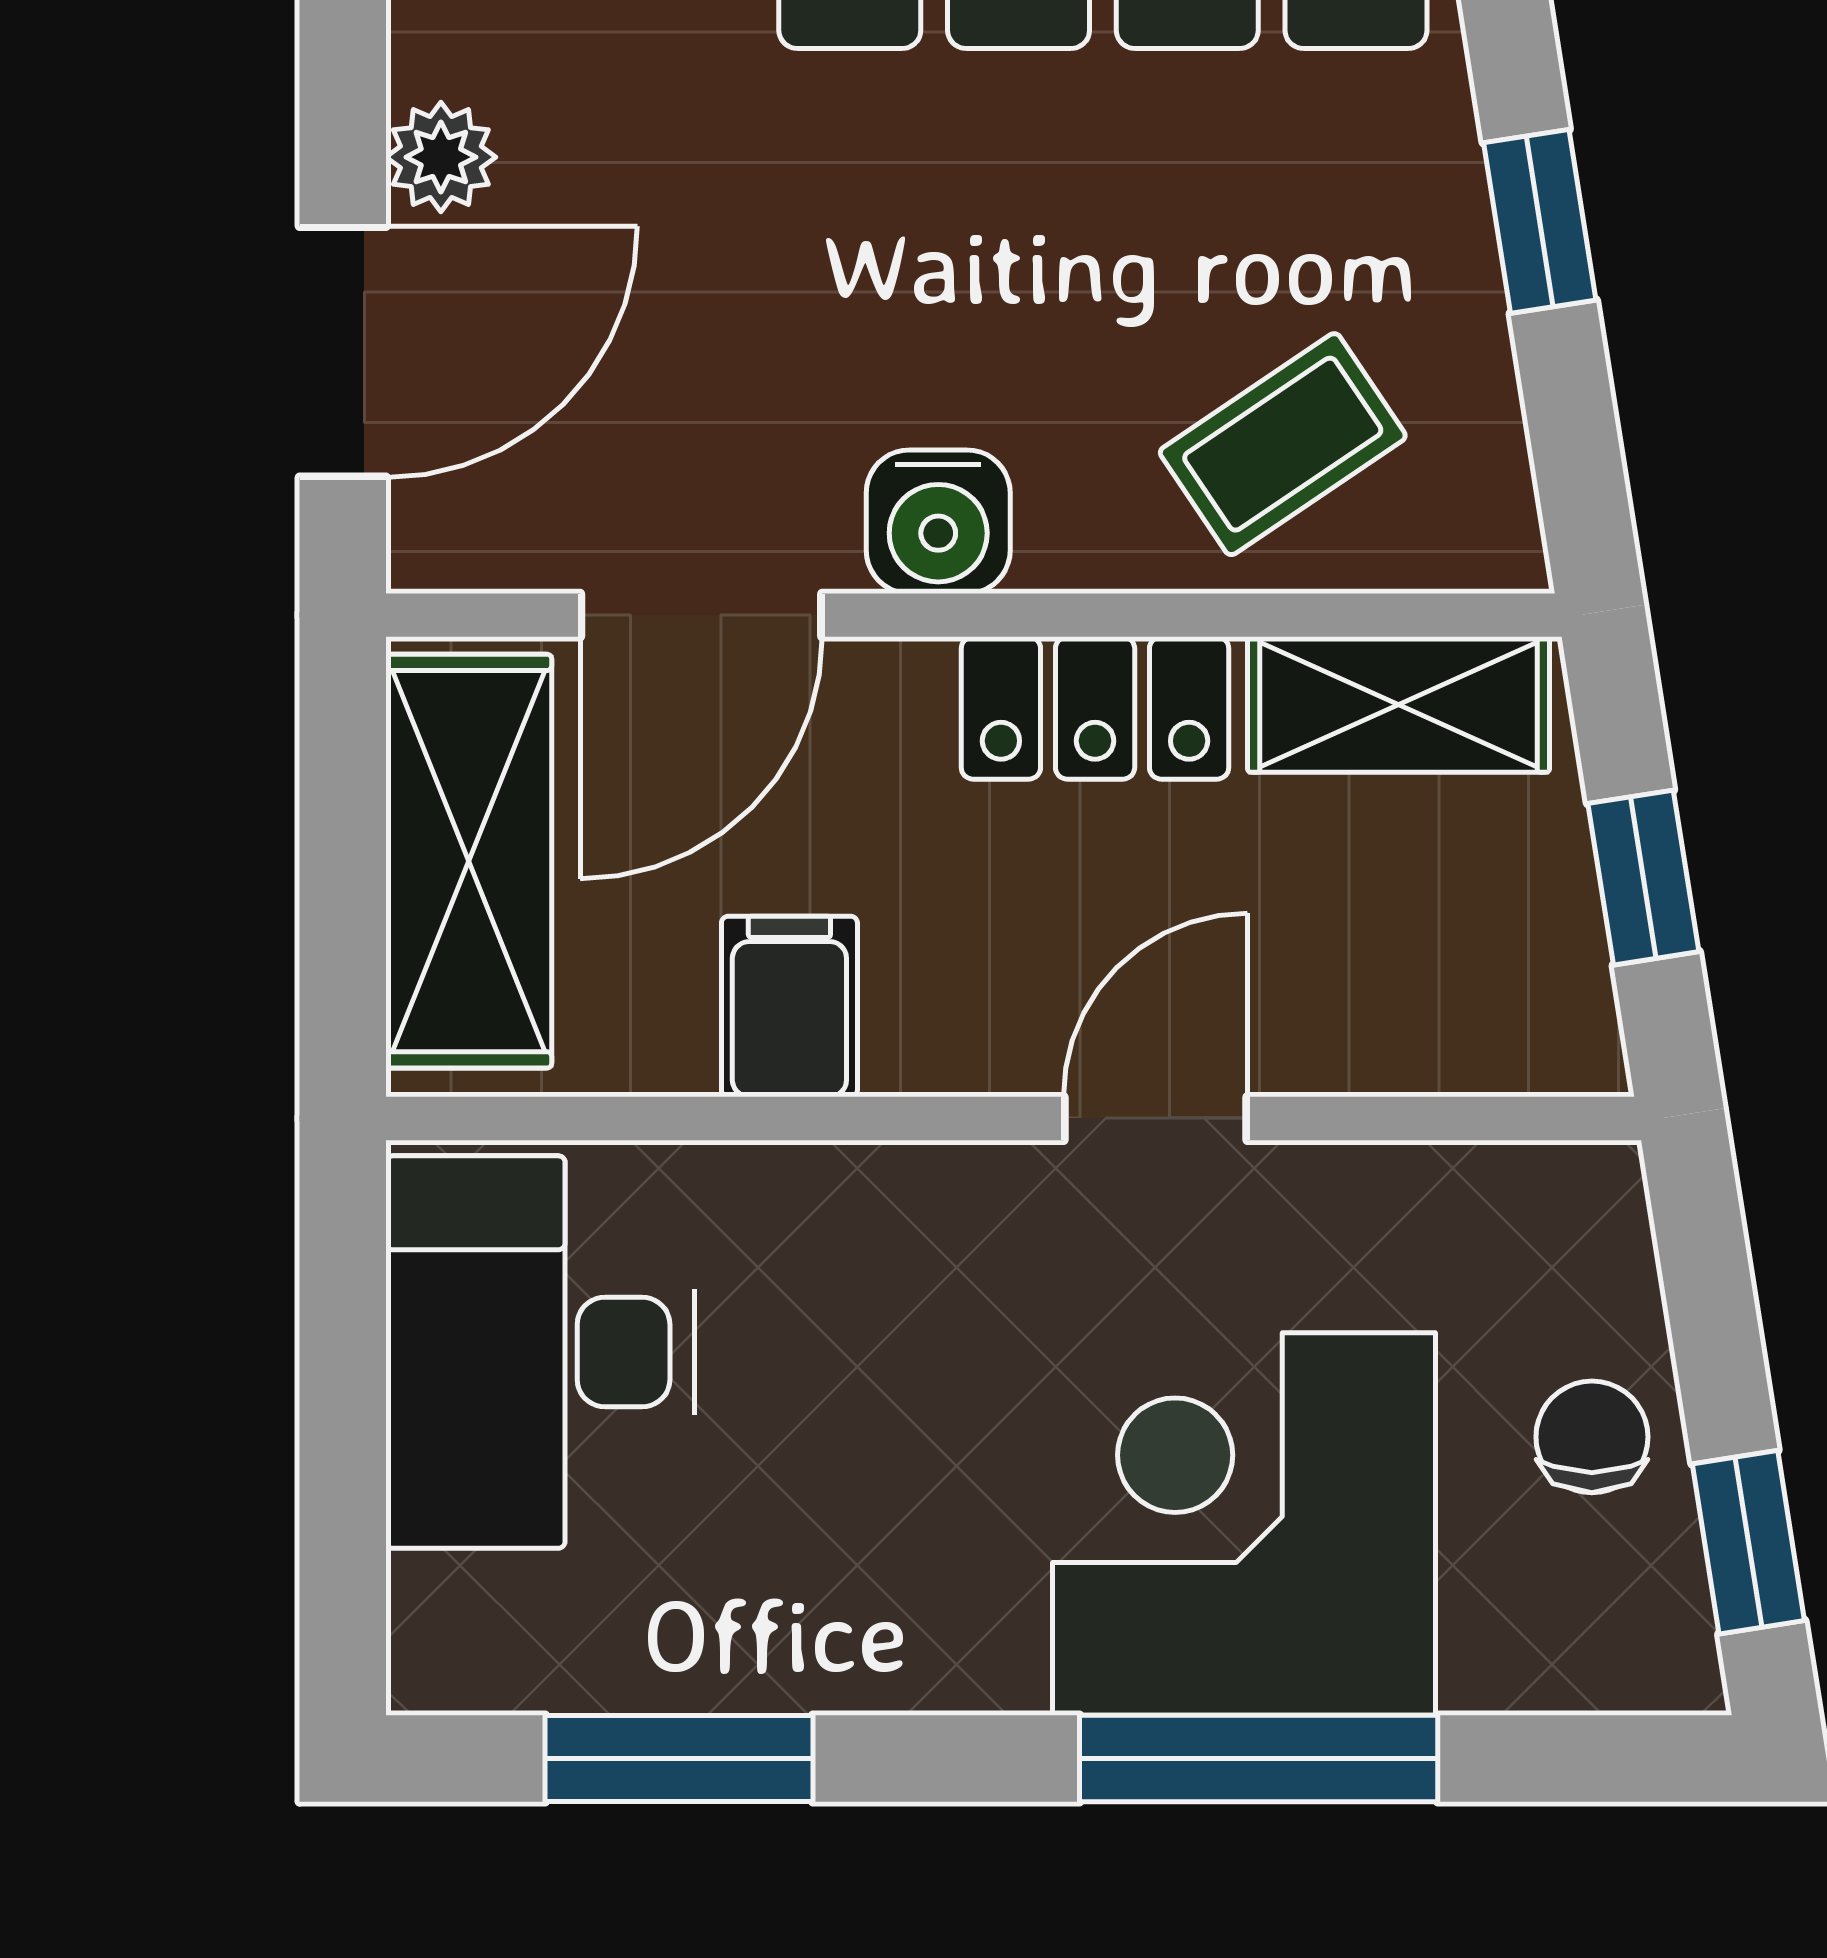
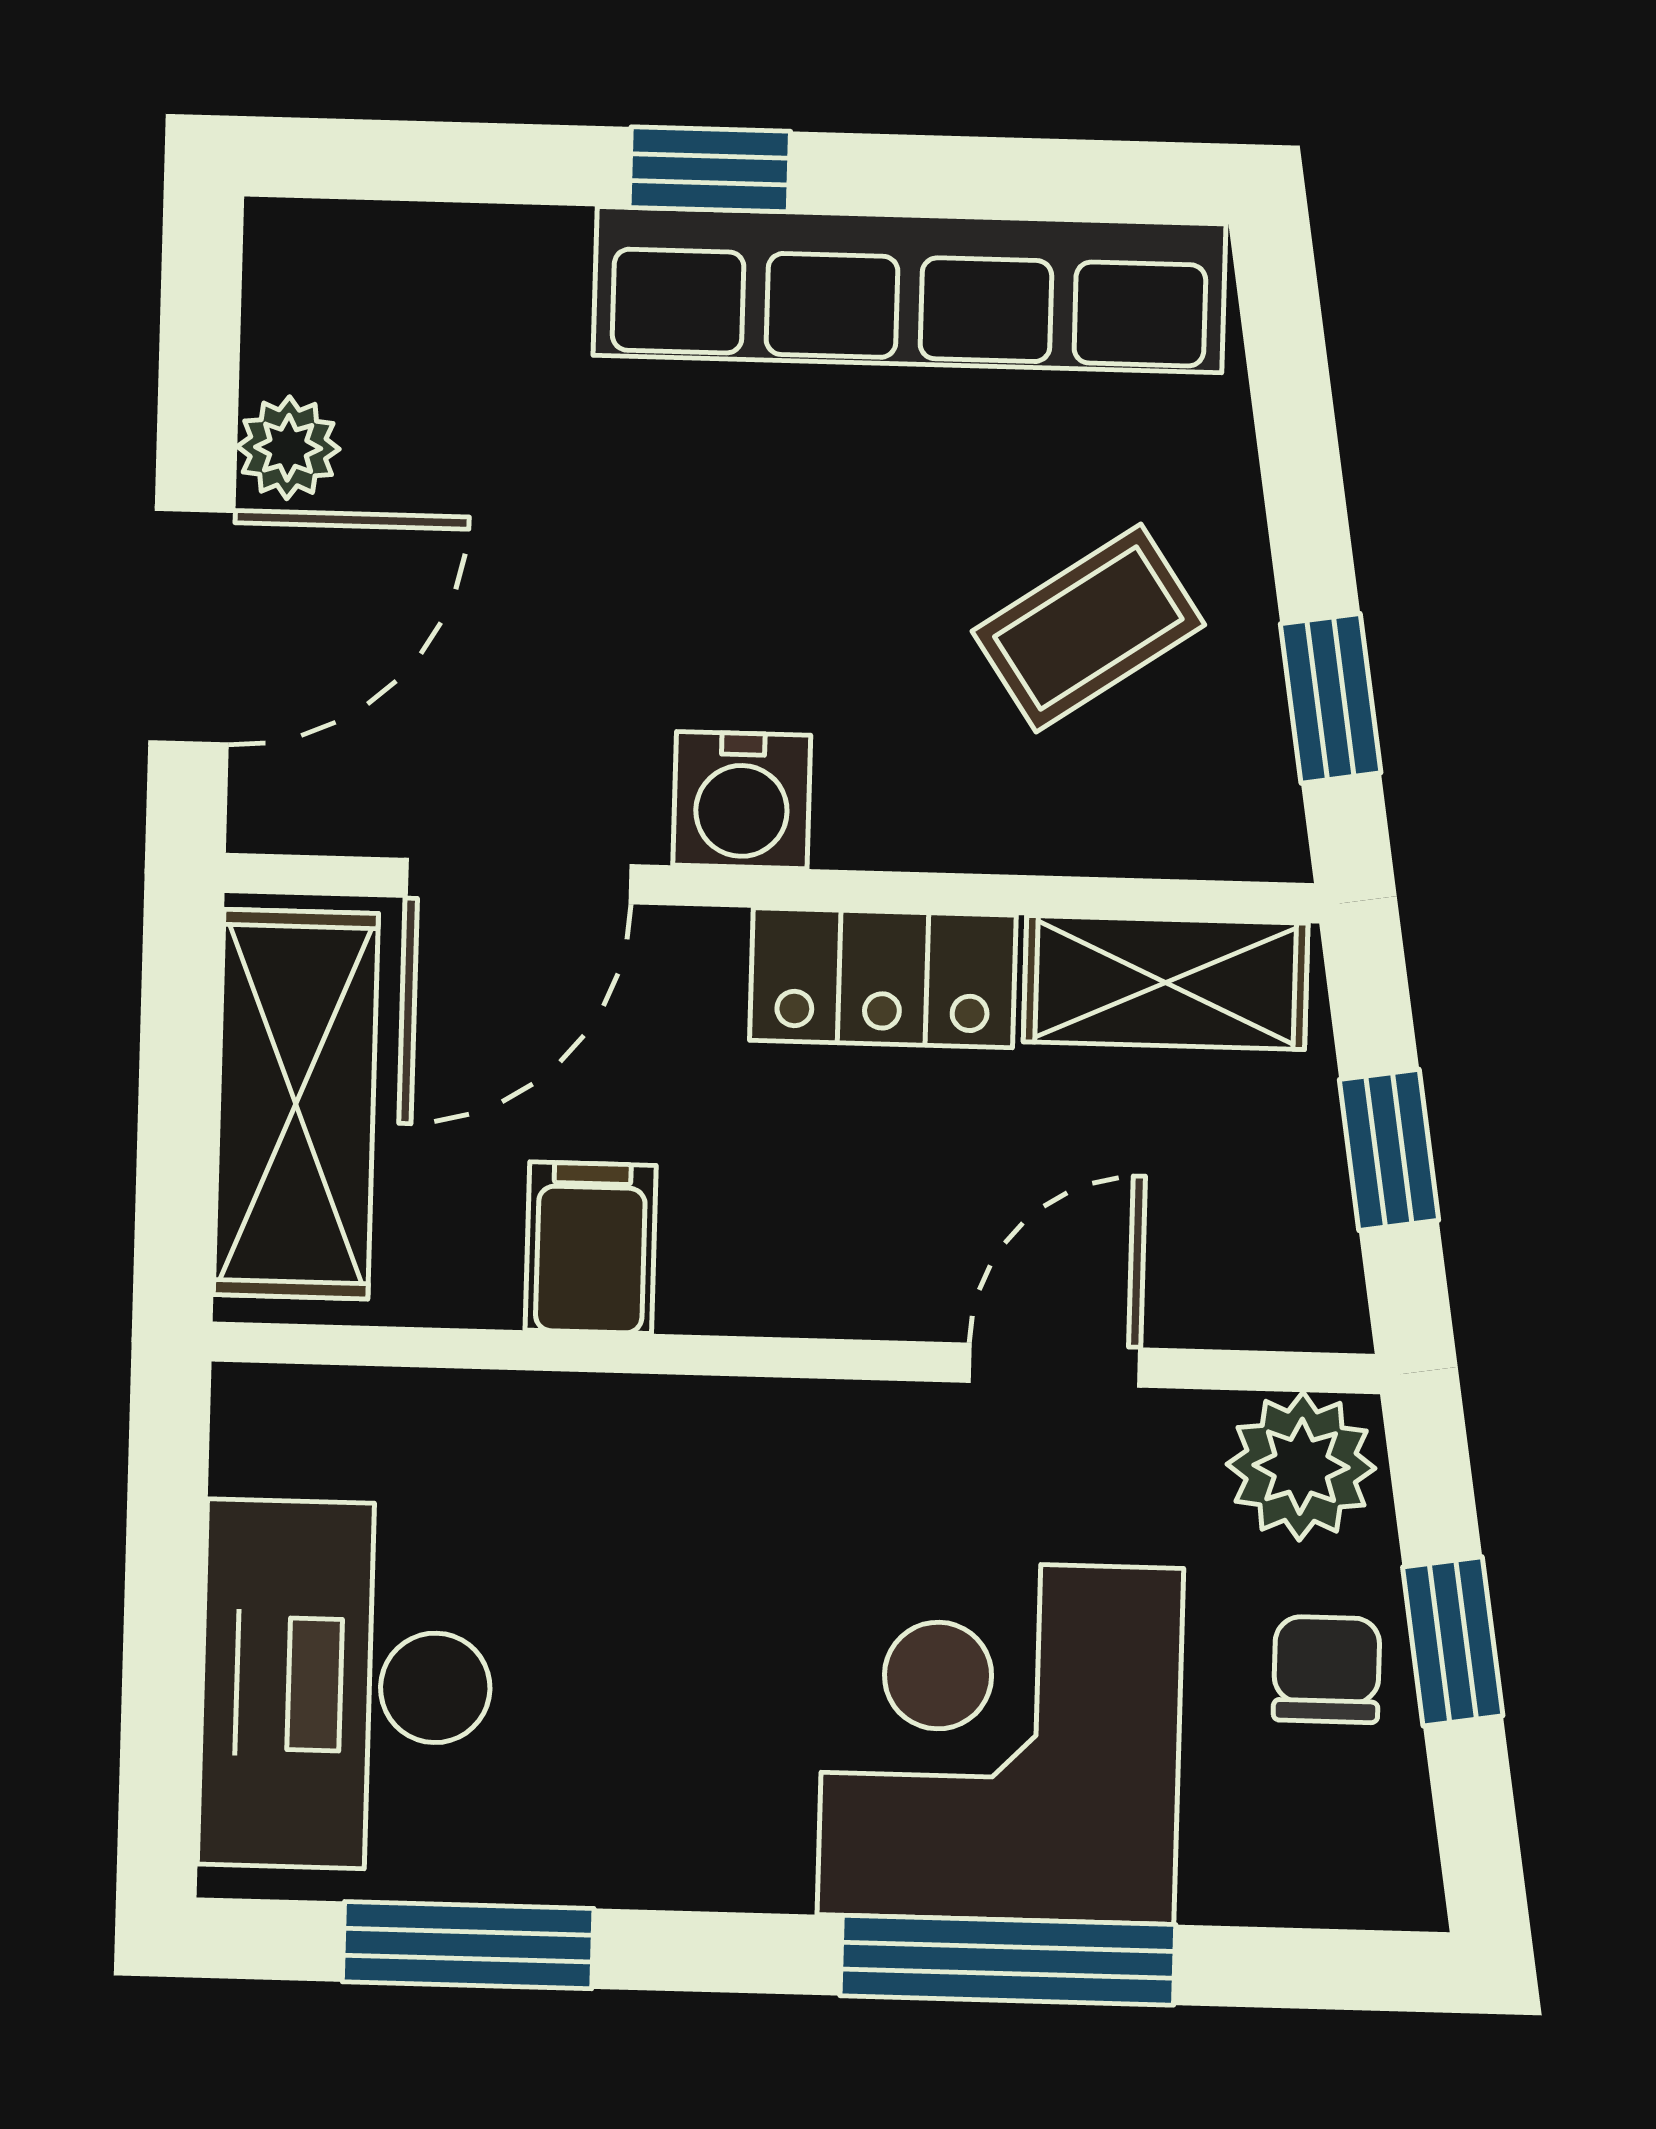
window: (1540, 221) -> (1331, 698), moved
coffee table: (1283, 444) -> (1088, 628), moved
door: (1155, 1118) -> (1054, 1365), moved
plant: (1558, 1220) -> (1301, 1466), added
desk: (540, 1352) -> (346, 1685), moved
window: (1748, 1542) -> (1453, 1641), moved

